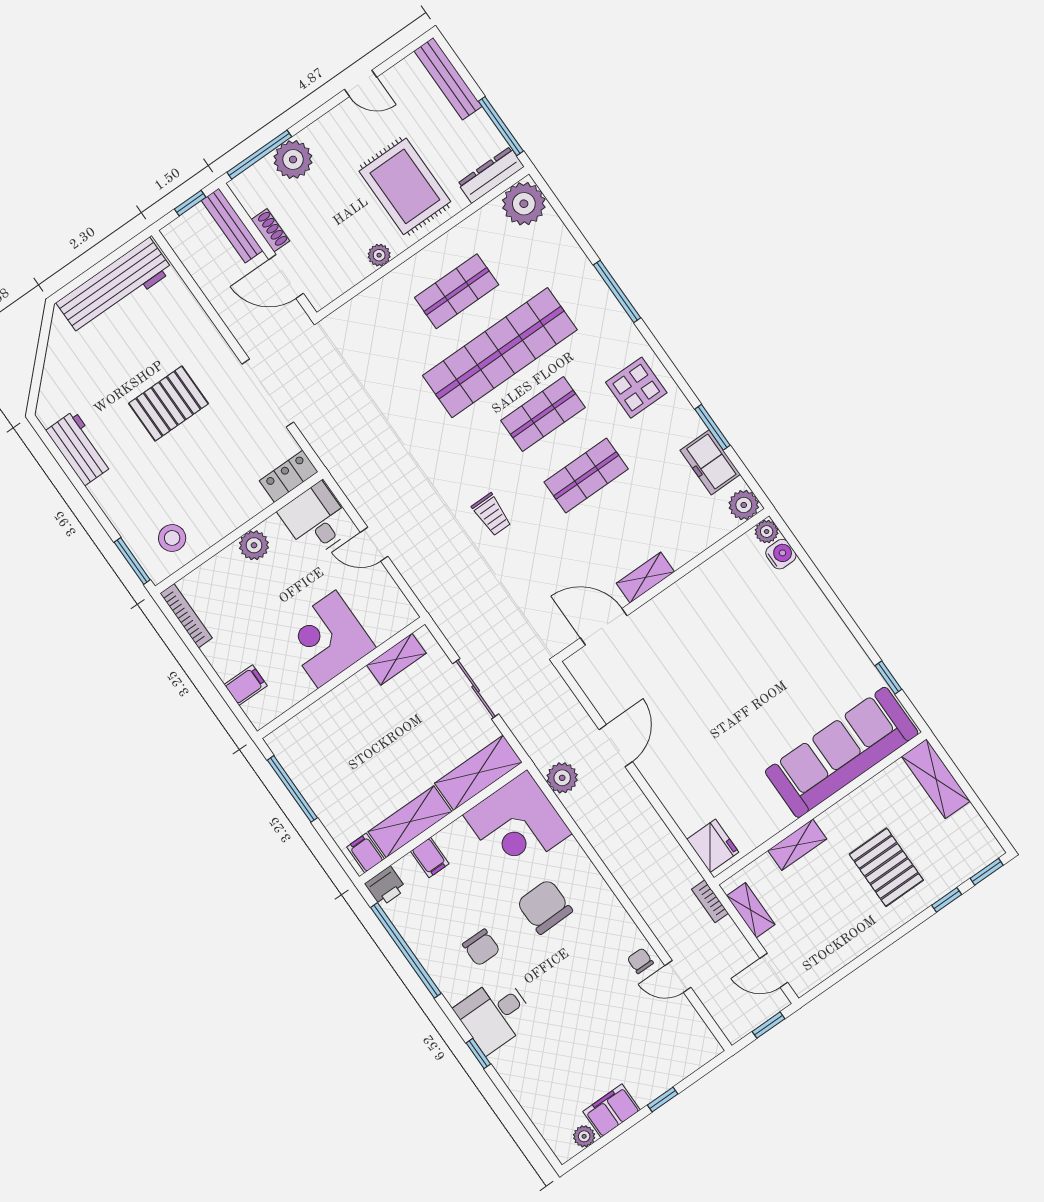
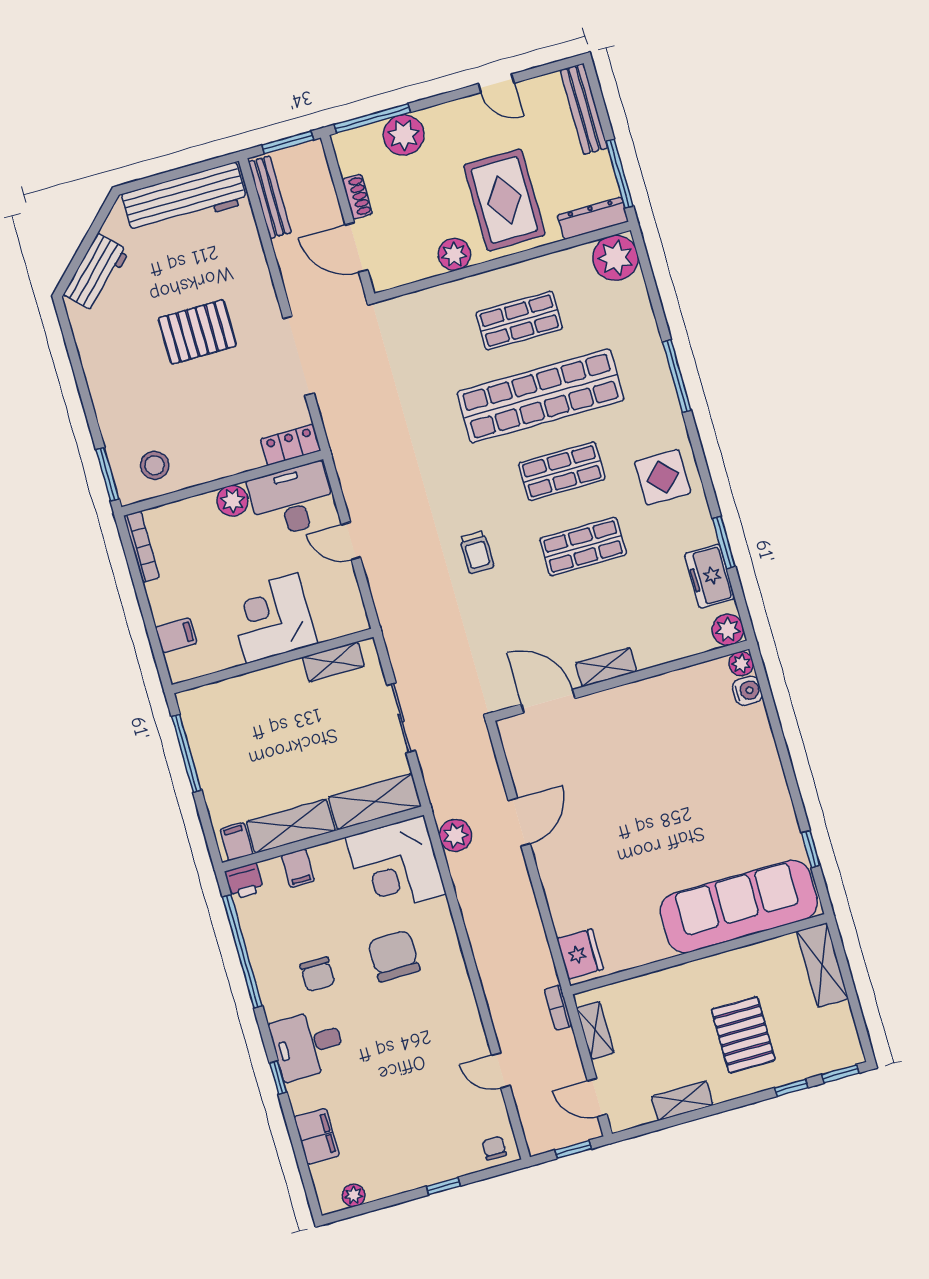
window: (190, 203) -> (288, 142), width x1.50
bench: (232, 226) -> (270, 197), moved
plant: (379, 255) -> (454, 254), width x1.38, depth x1.38
workbench: (79, 448) -> (96, 273), moved, turned 45
desk: (316, 520) -> (292, 500), width x1.37
shelving: (797, 845) -> (682, 1101), moved
chair: (640, 961) -> (494, 1148), moved
filing cabinet: (612, 1111) -> (317, 1136), moved, turned 90

